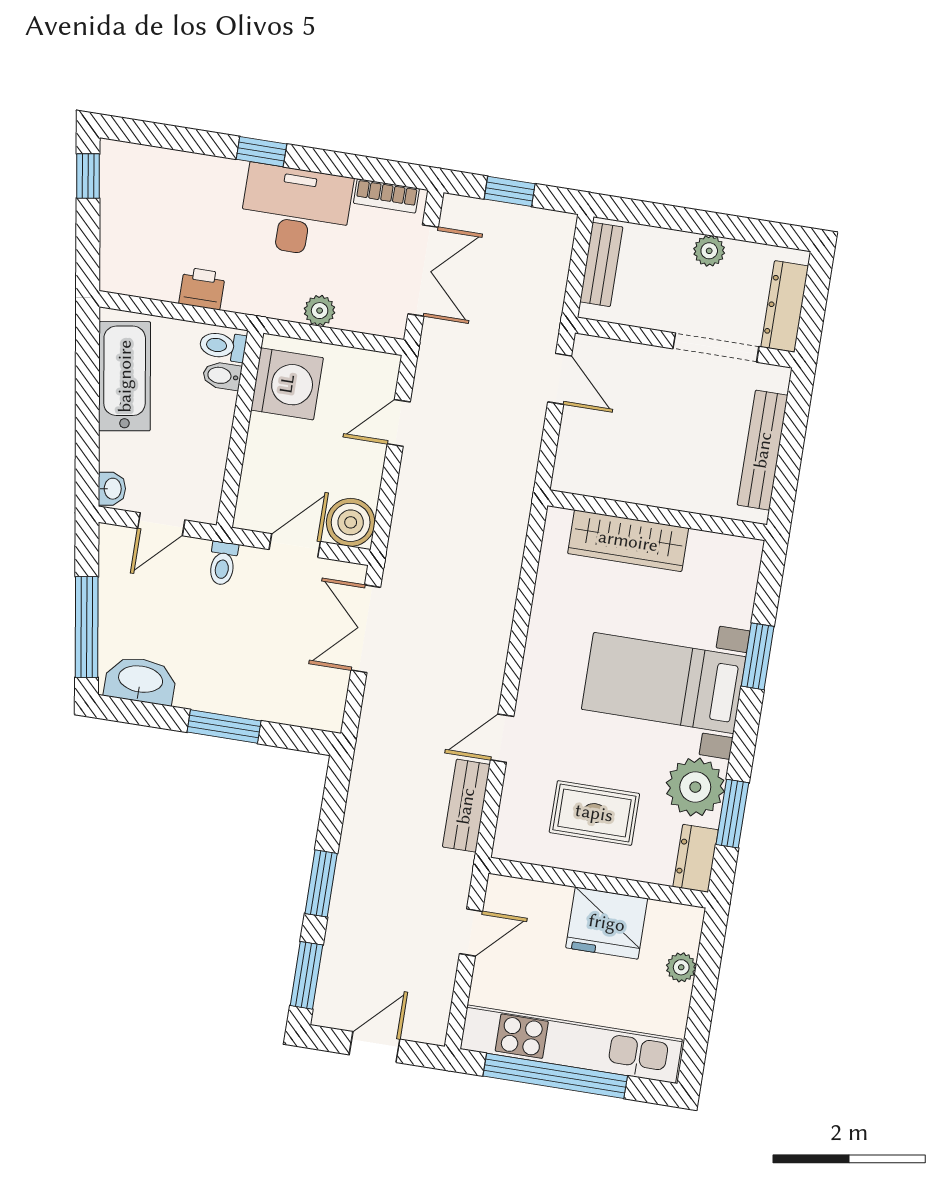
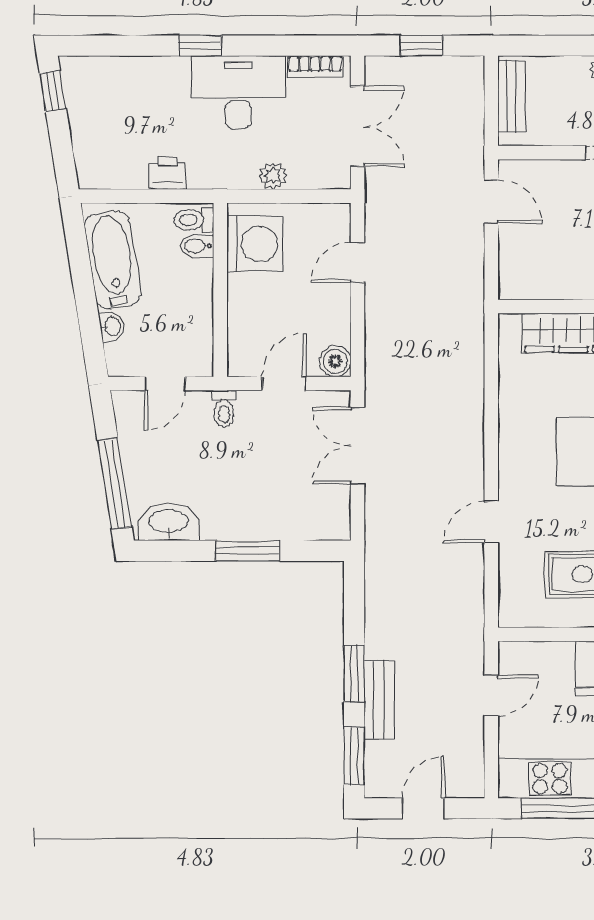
washbasin: (112, 489) -> (112, 326), moved
boiler: (351, 522) -> (335, 361), width x0.73, depth x0.73
bench: (466, 806) -> (379, 700), moved

